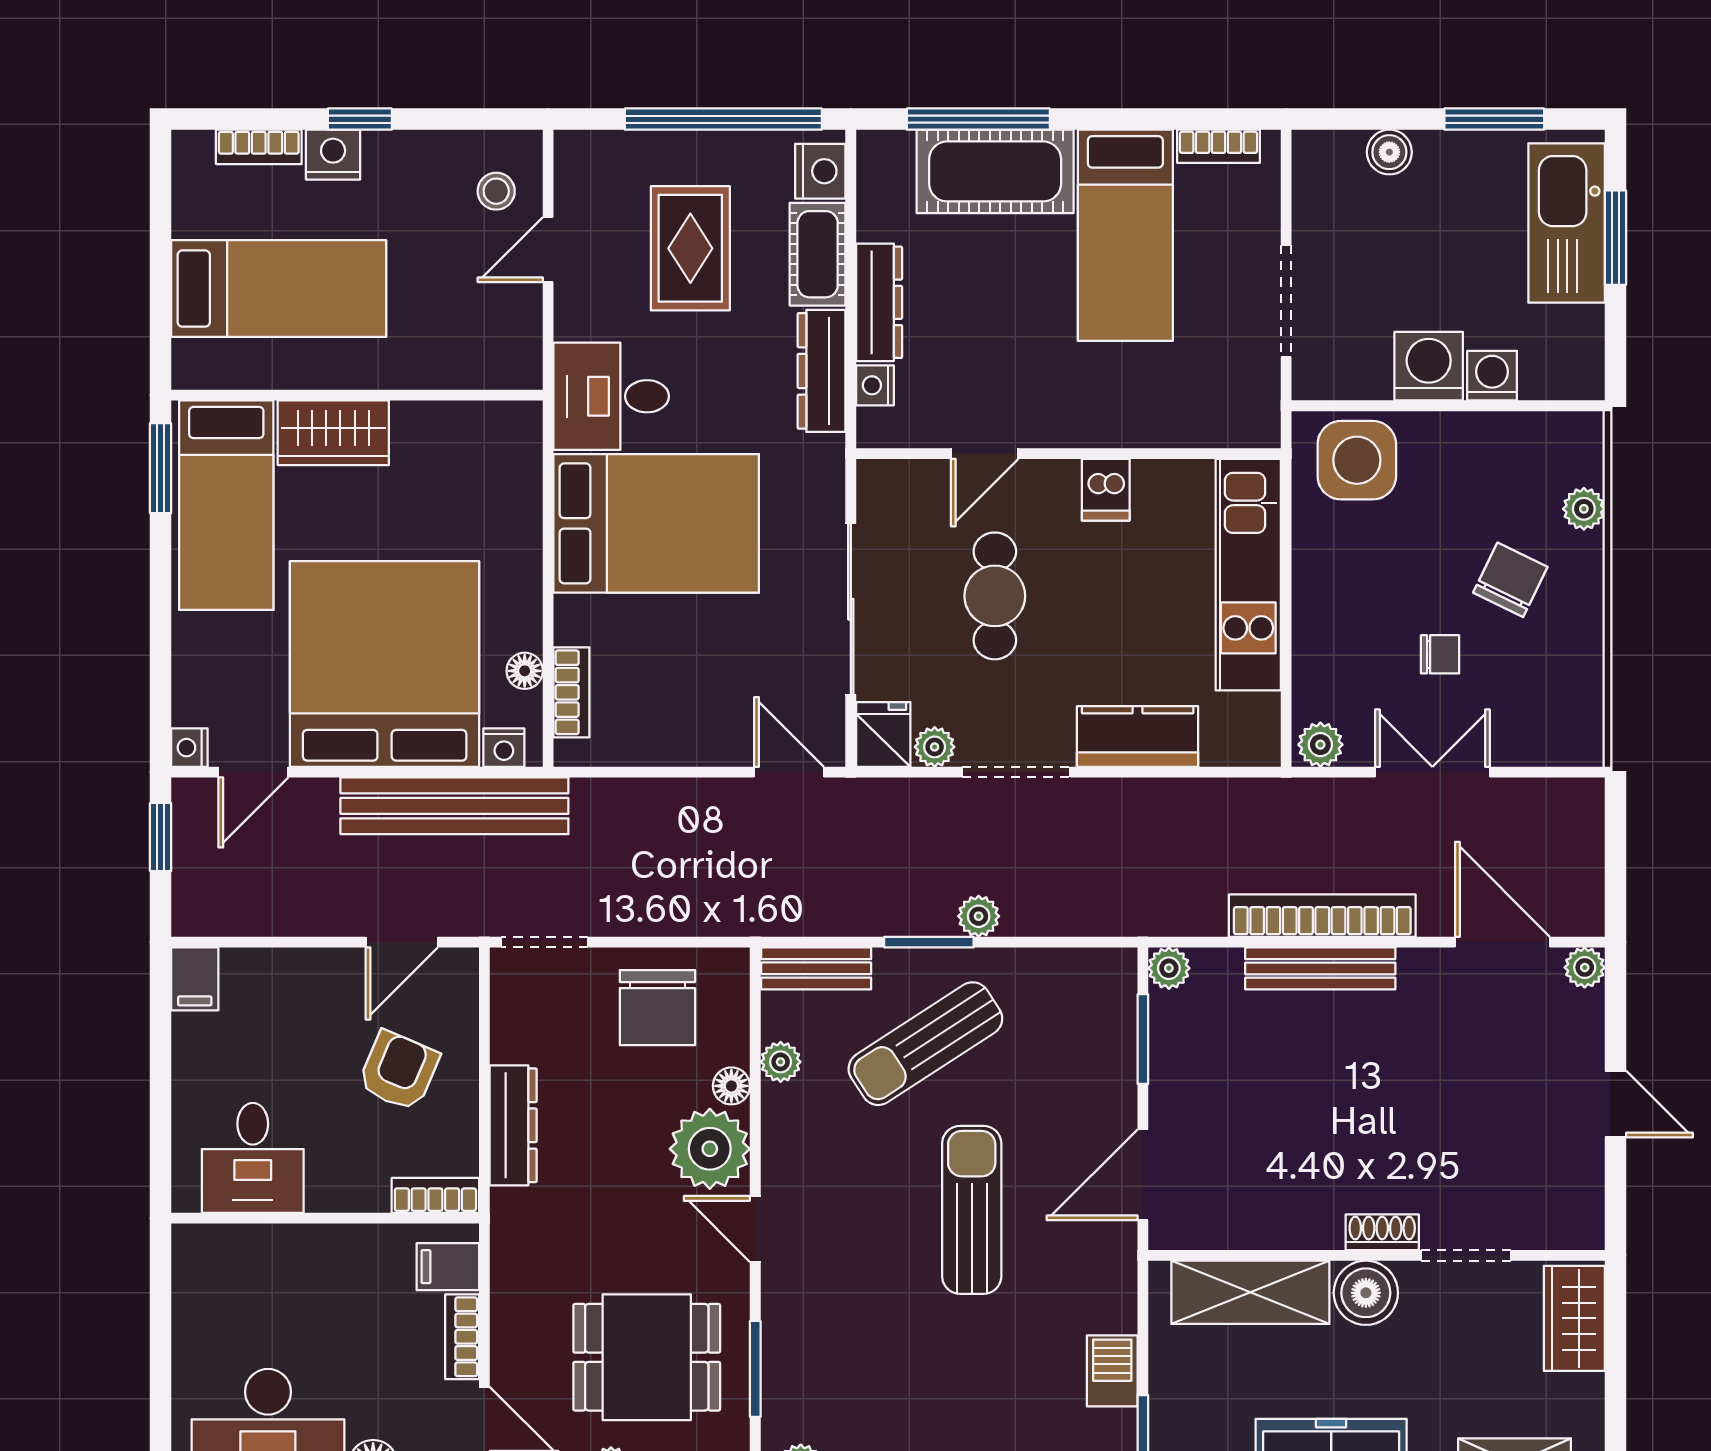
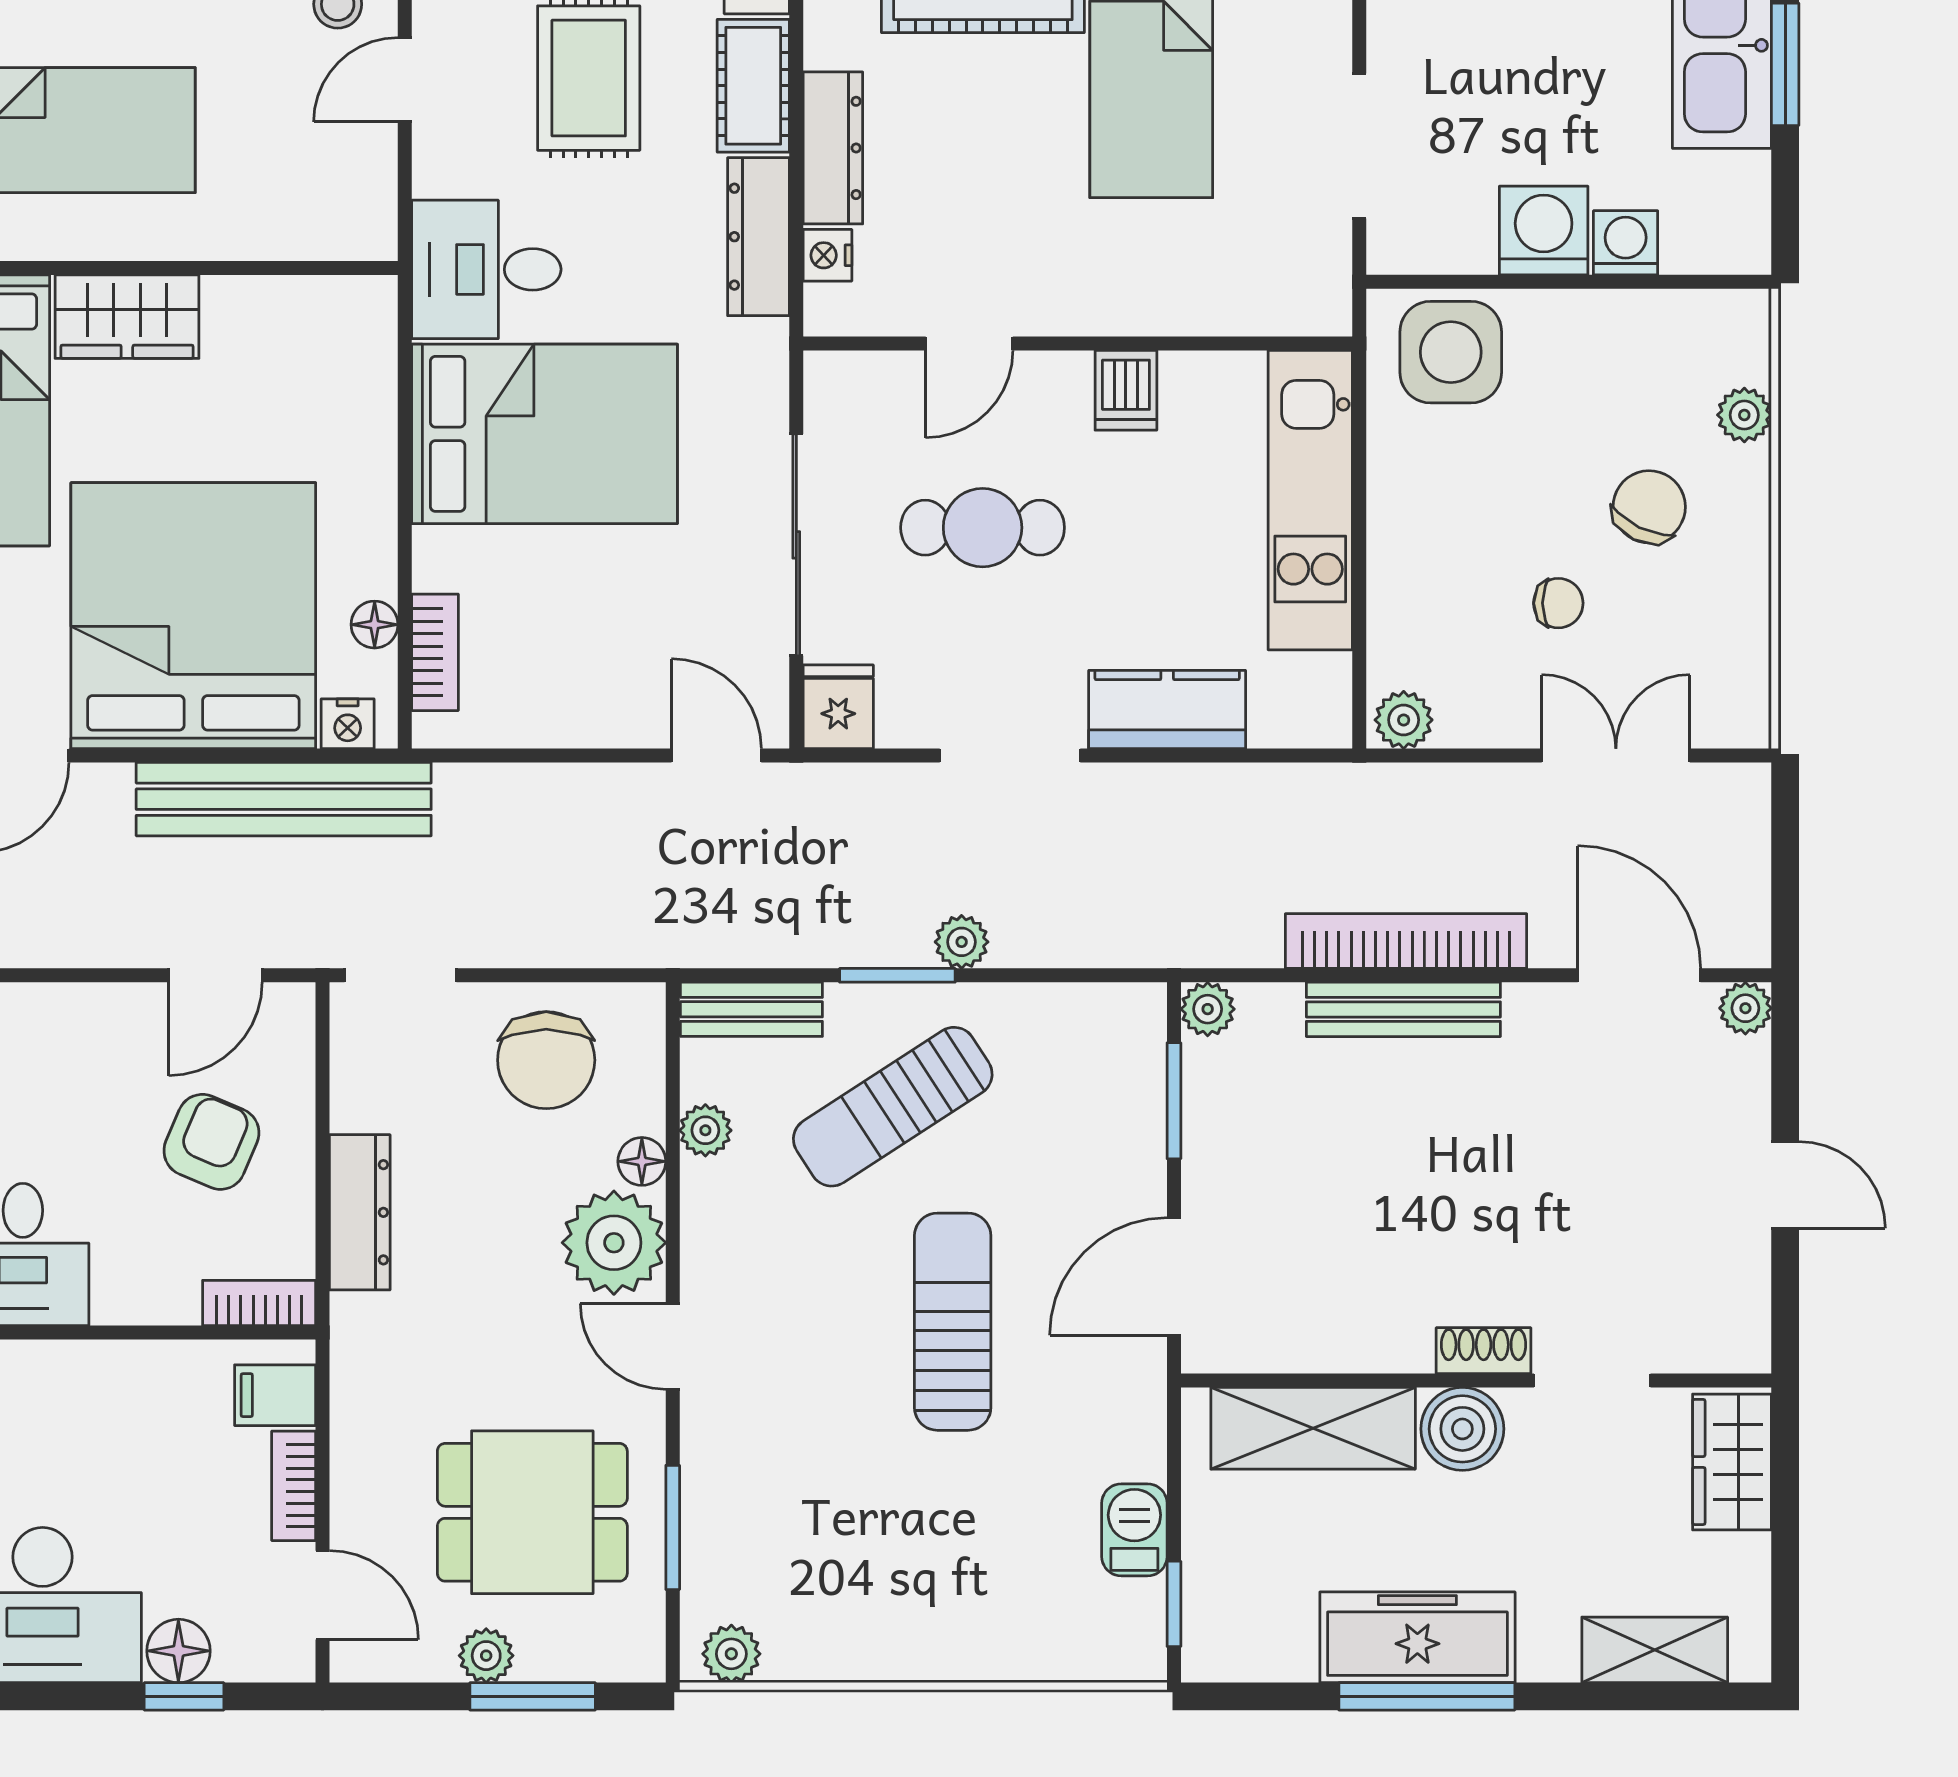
cafe table: (995, 596) -> (983, 528), turned 90
plant: (935, 747) -> (905, 723), removed
double door: (1432, 772) -> (1616, 756), moved

